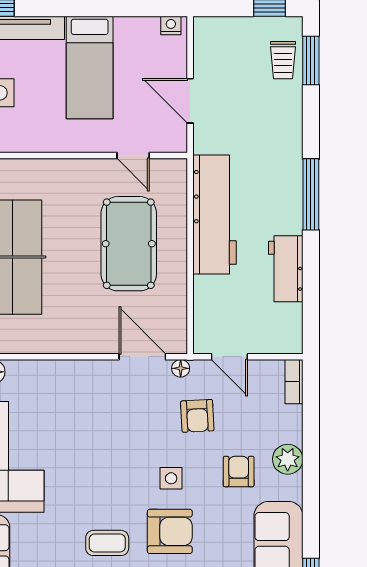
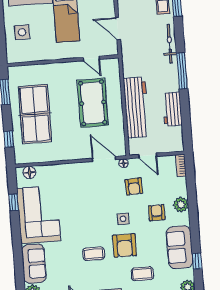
bicycle: (291, 139) -> (170, 44), added
workbench: (215, 214) -> (136, 107), moved
armchair: (170, 531) -> (125, 245), turned 90

